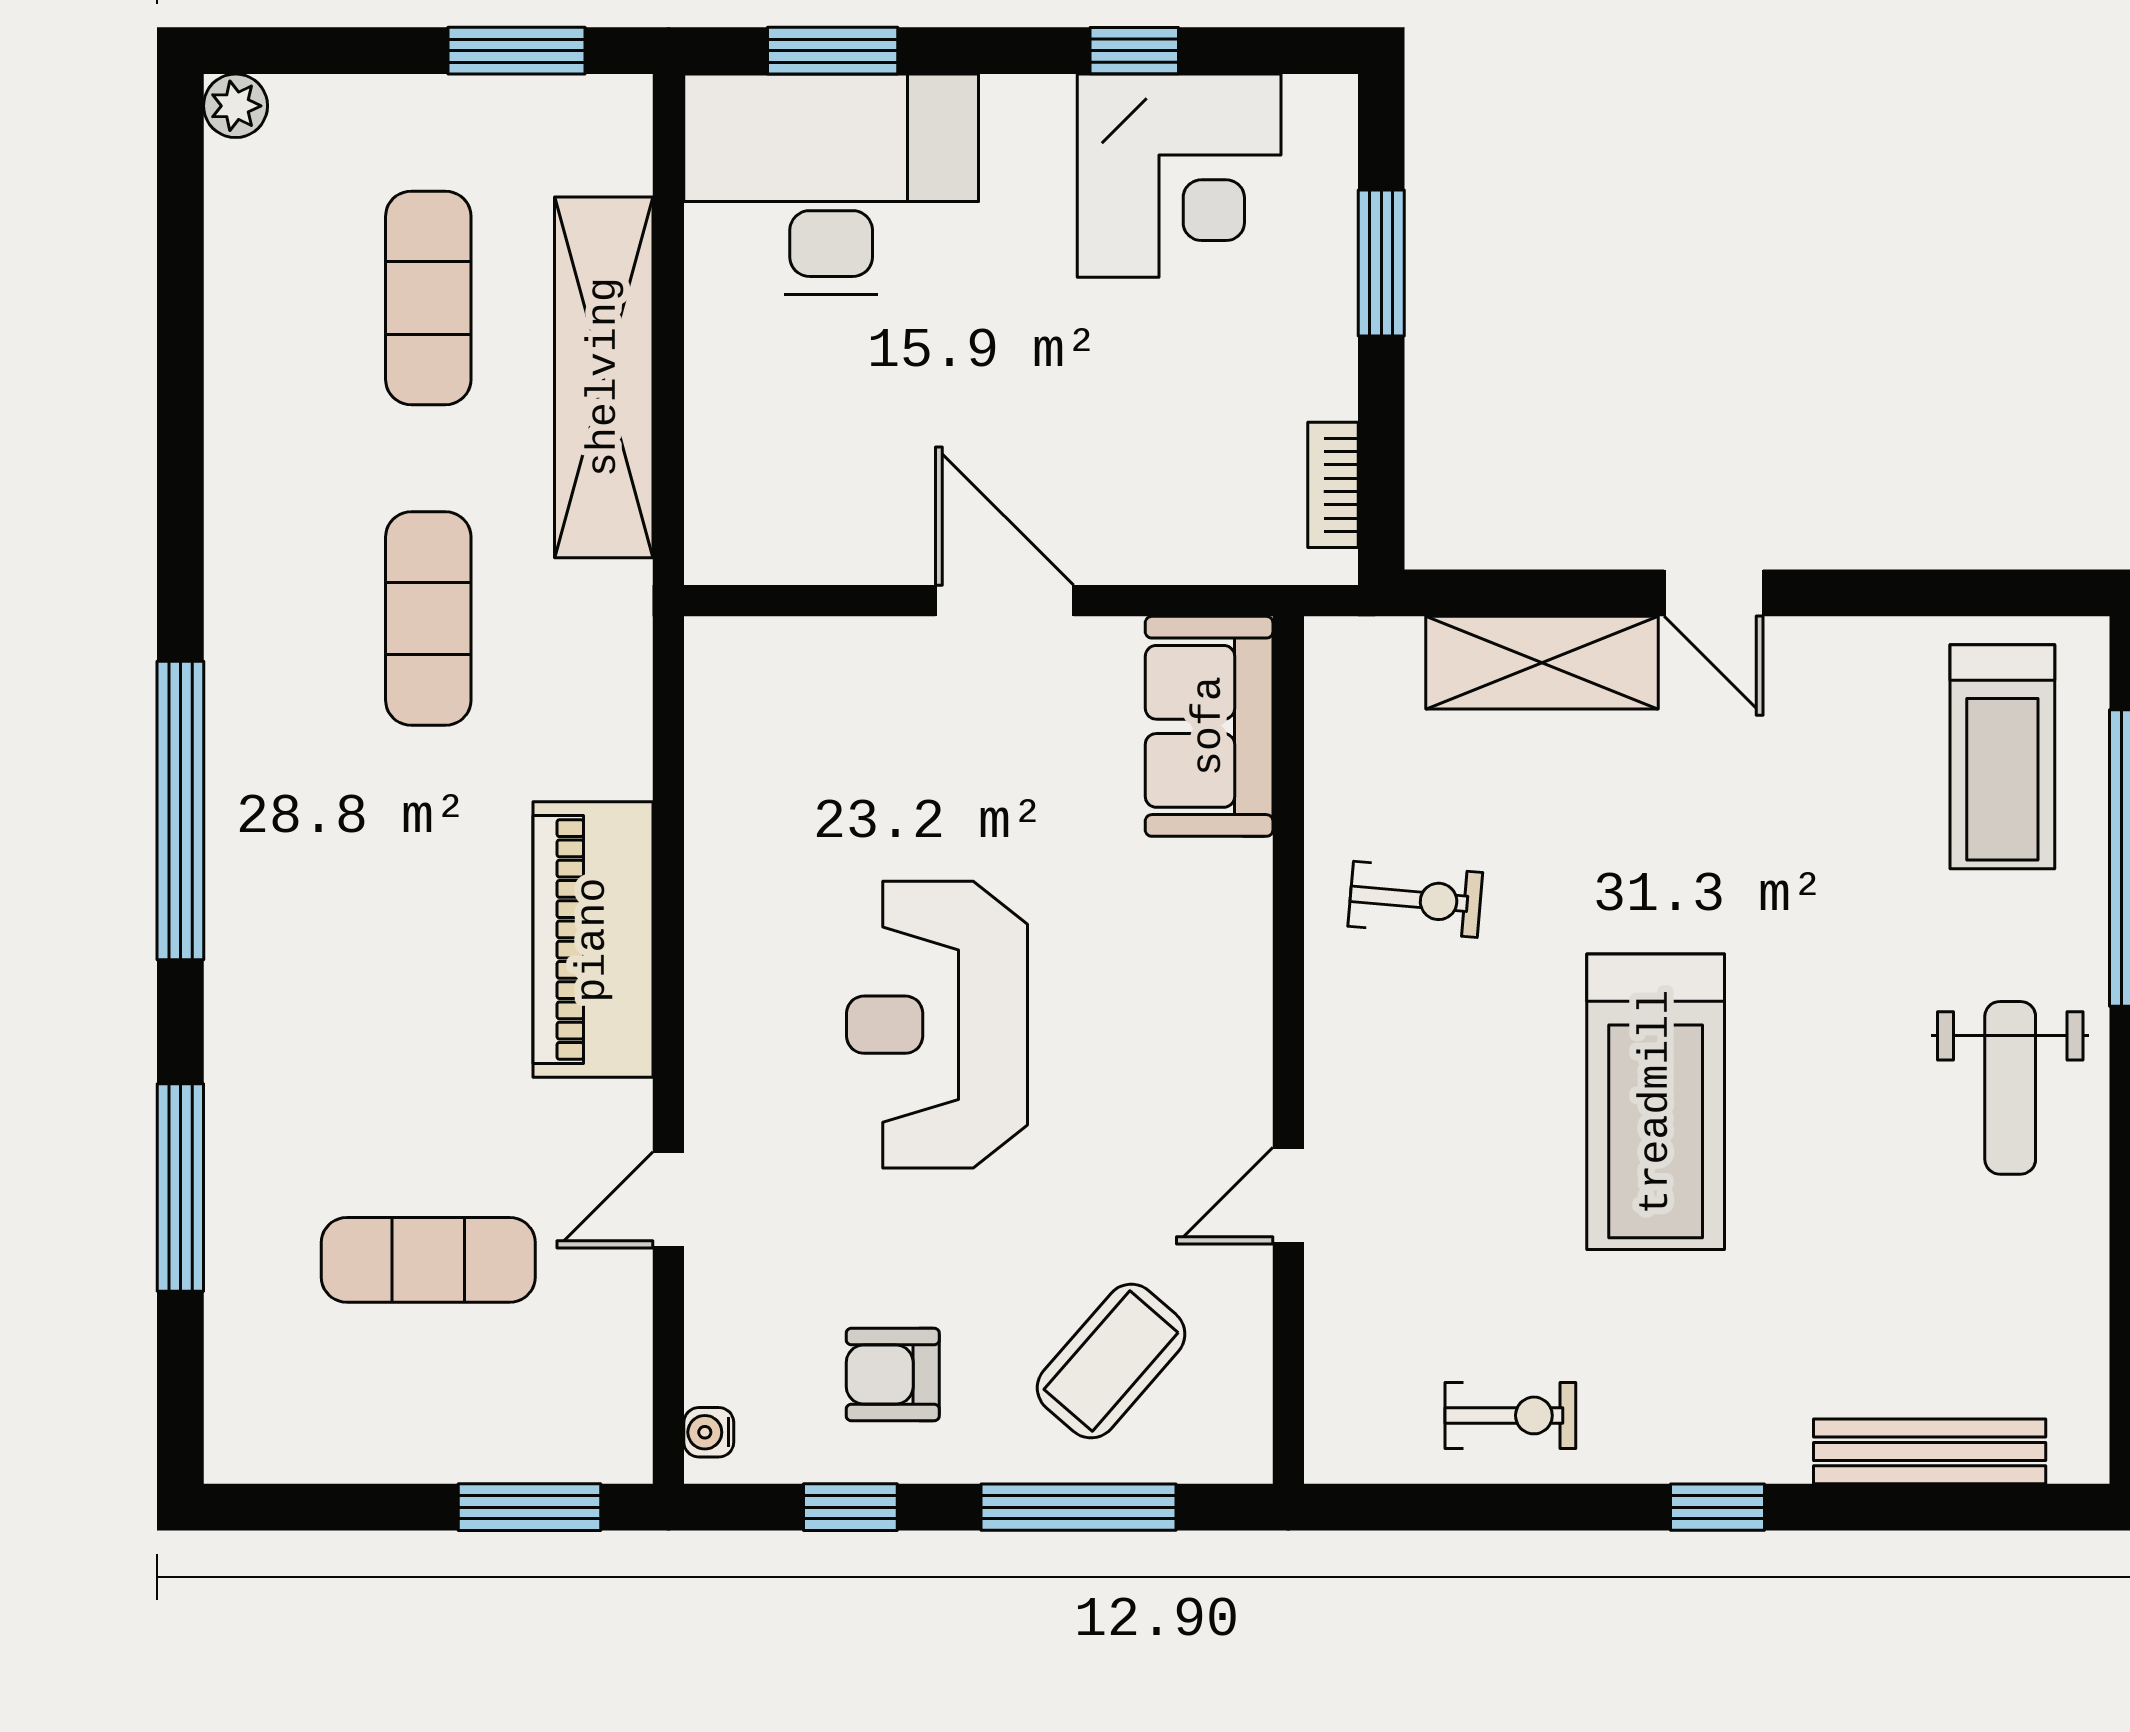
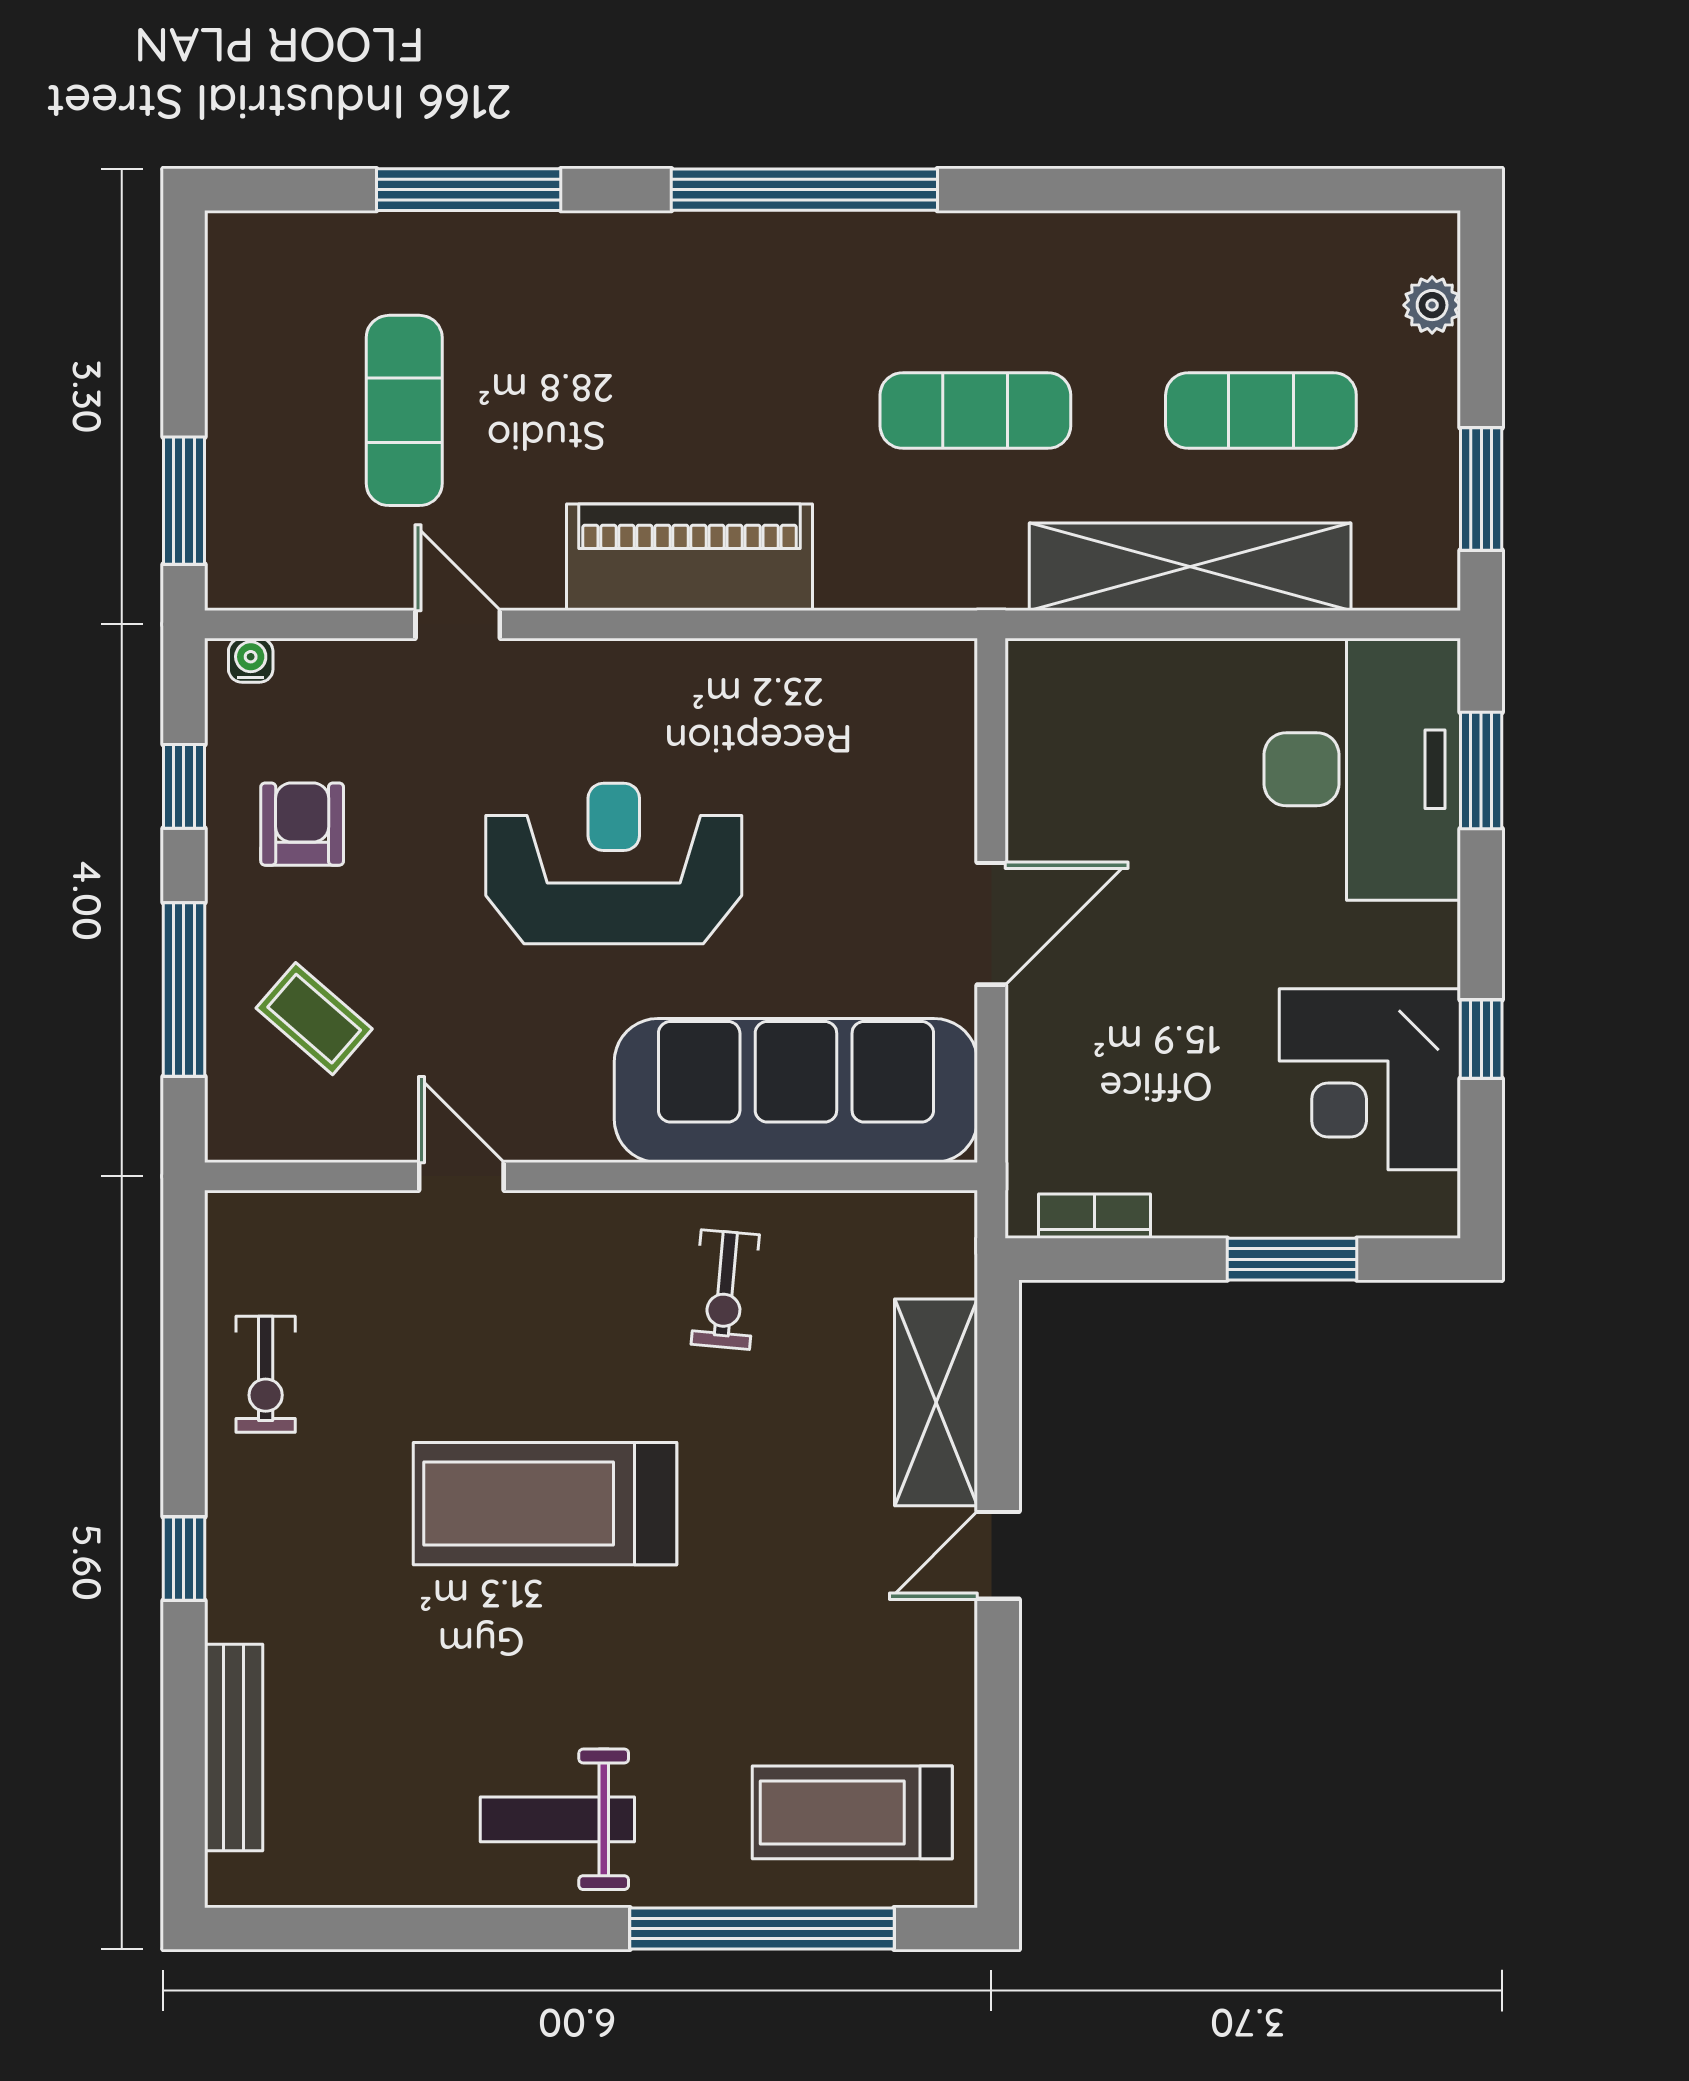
plant: (236, 106) -> (1432, 305), moved
sofa: (1209, 726) -> (796, 1090), width x1.85, depth x1.27
coffee table: (1111, 1361) -> (314, 1019), width x0.73, depth x0.77

